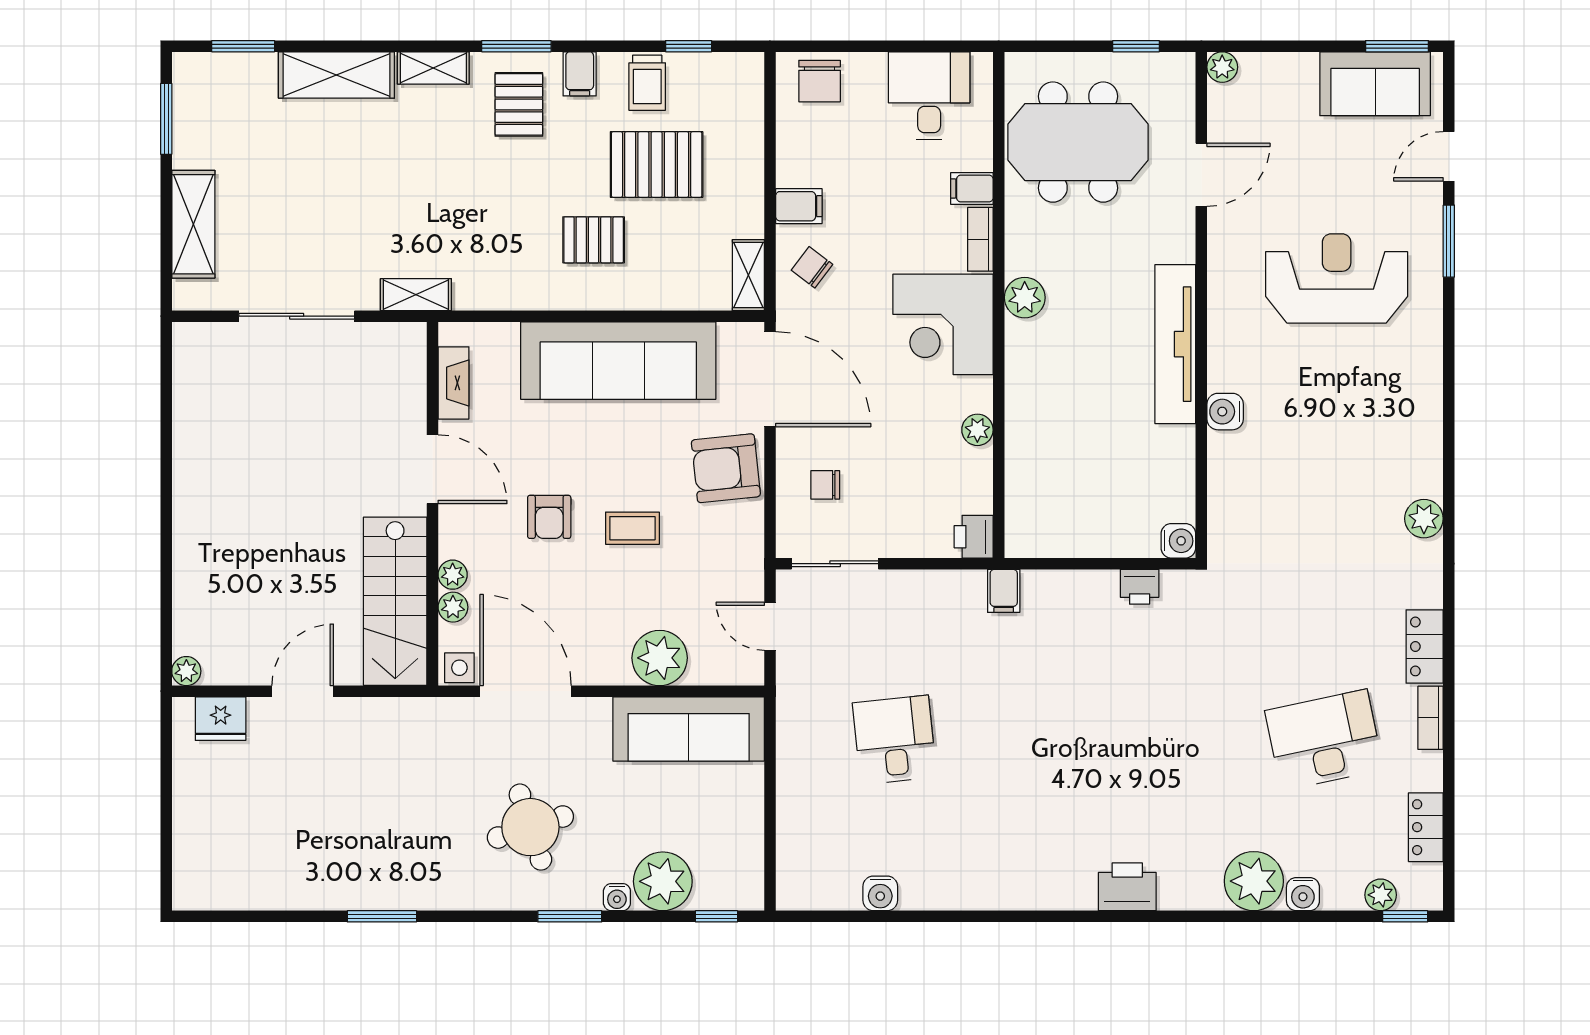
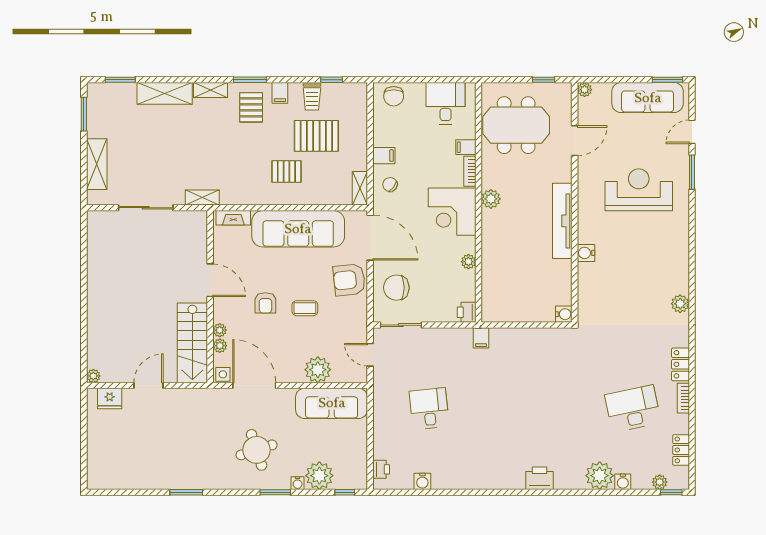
sofa: (1375, 84) -> (648, 98), width x1.36
fireplace: (453, 383) -> (233, 218), moved, turned 90
chair: (825, 485) -> (396, 288), width x1.87, depth x1.87
printer: (1140, 587) -> (381, 469), moved, turned -90

